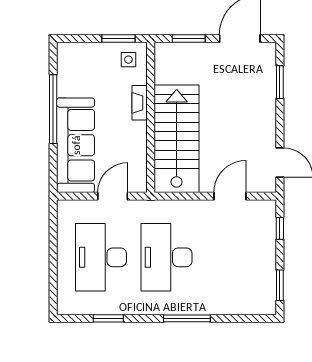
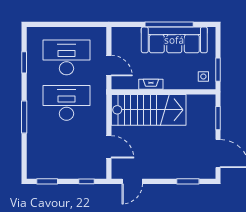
fireplace: (140, 103) -> (151, 84), moved
sofa: (76, 145) -> (174, 40), moved

